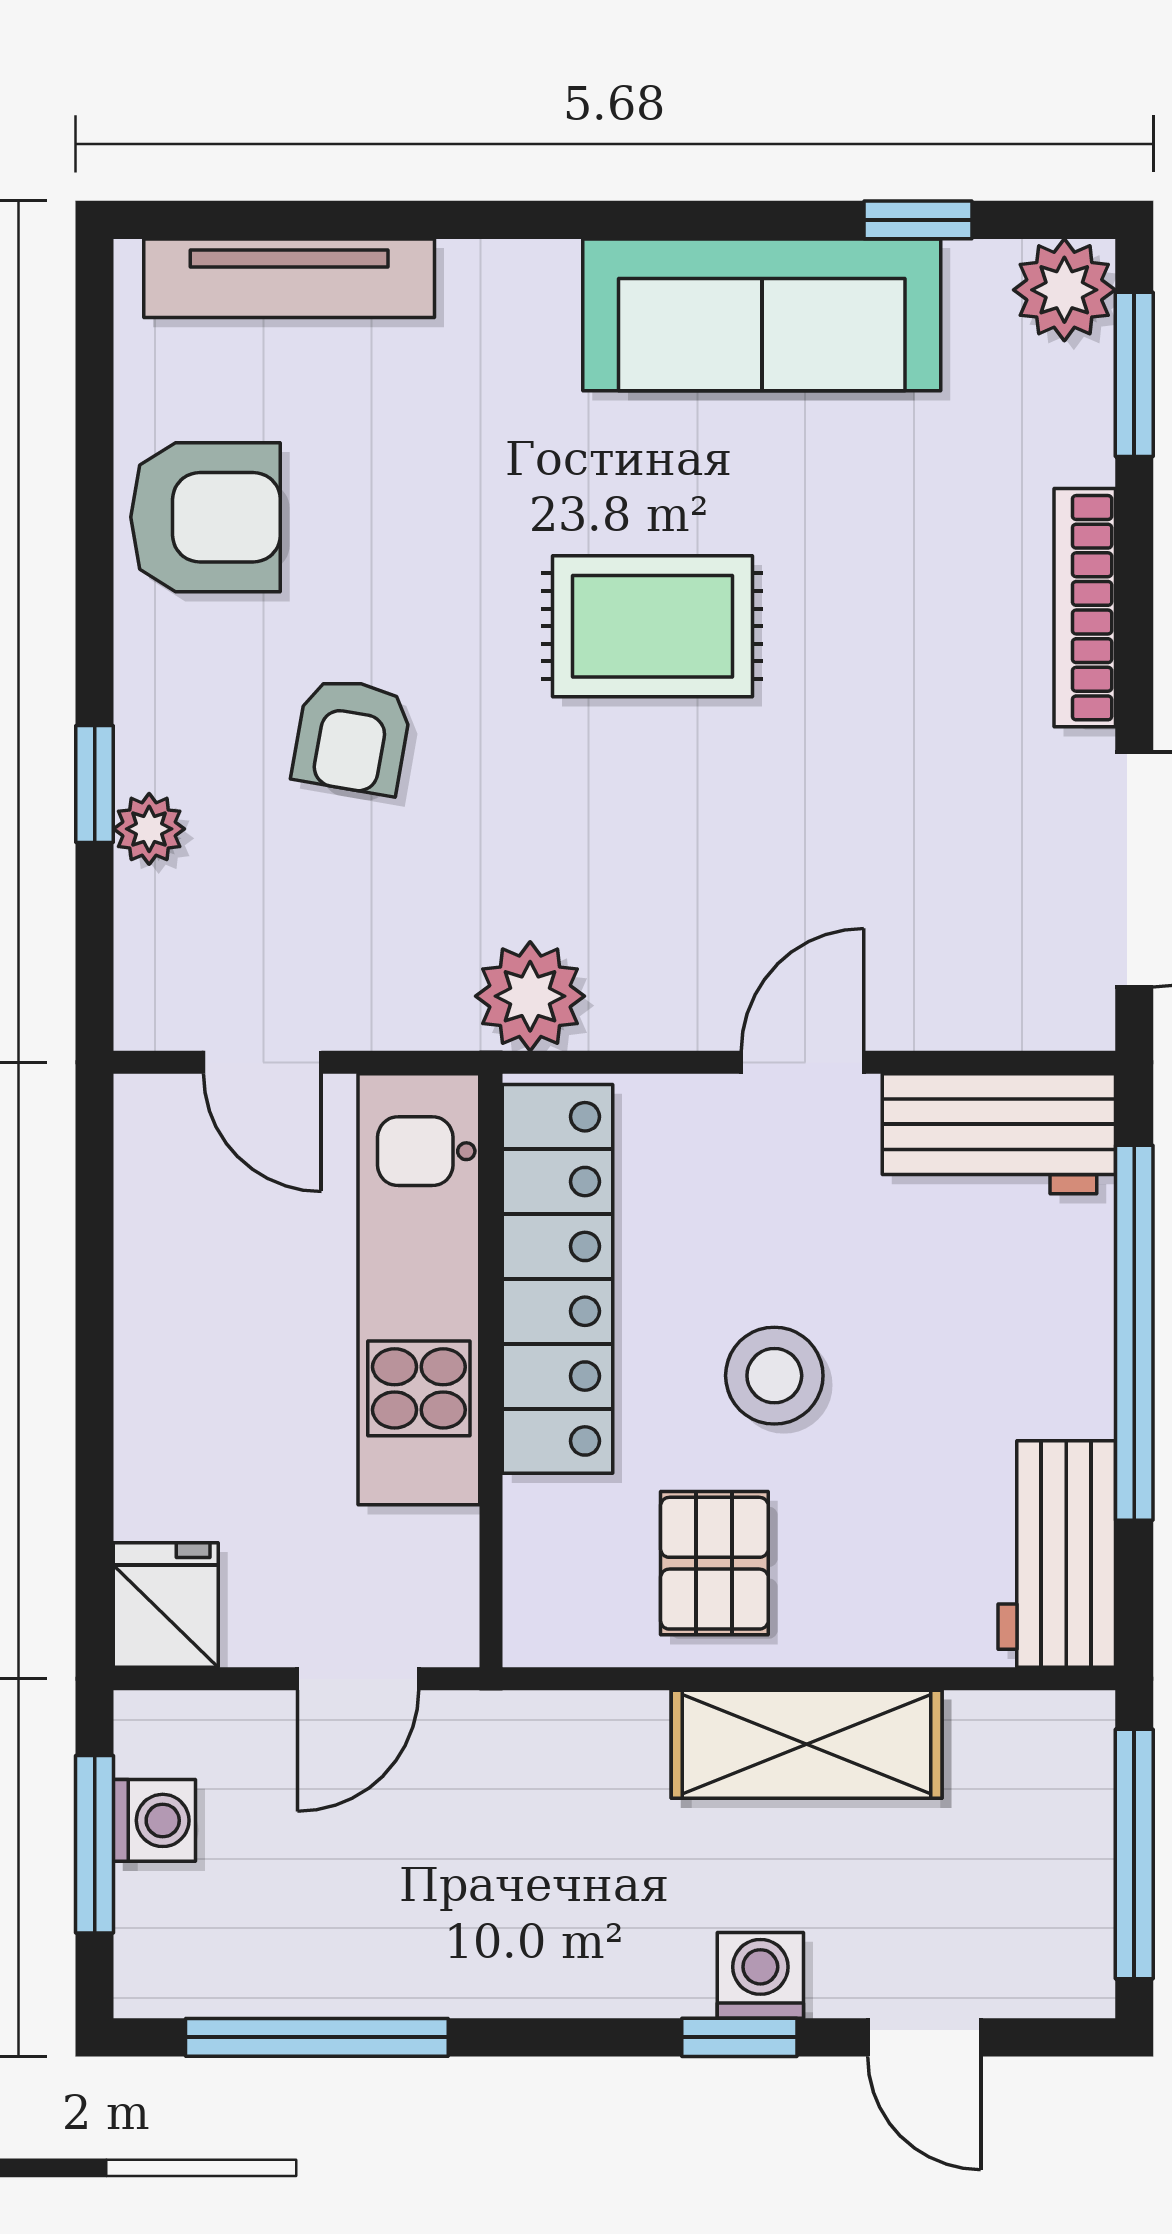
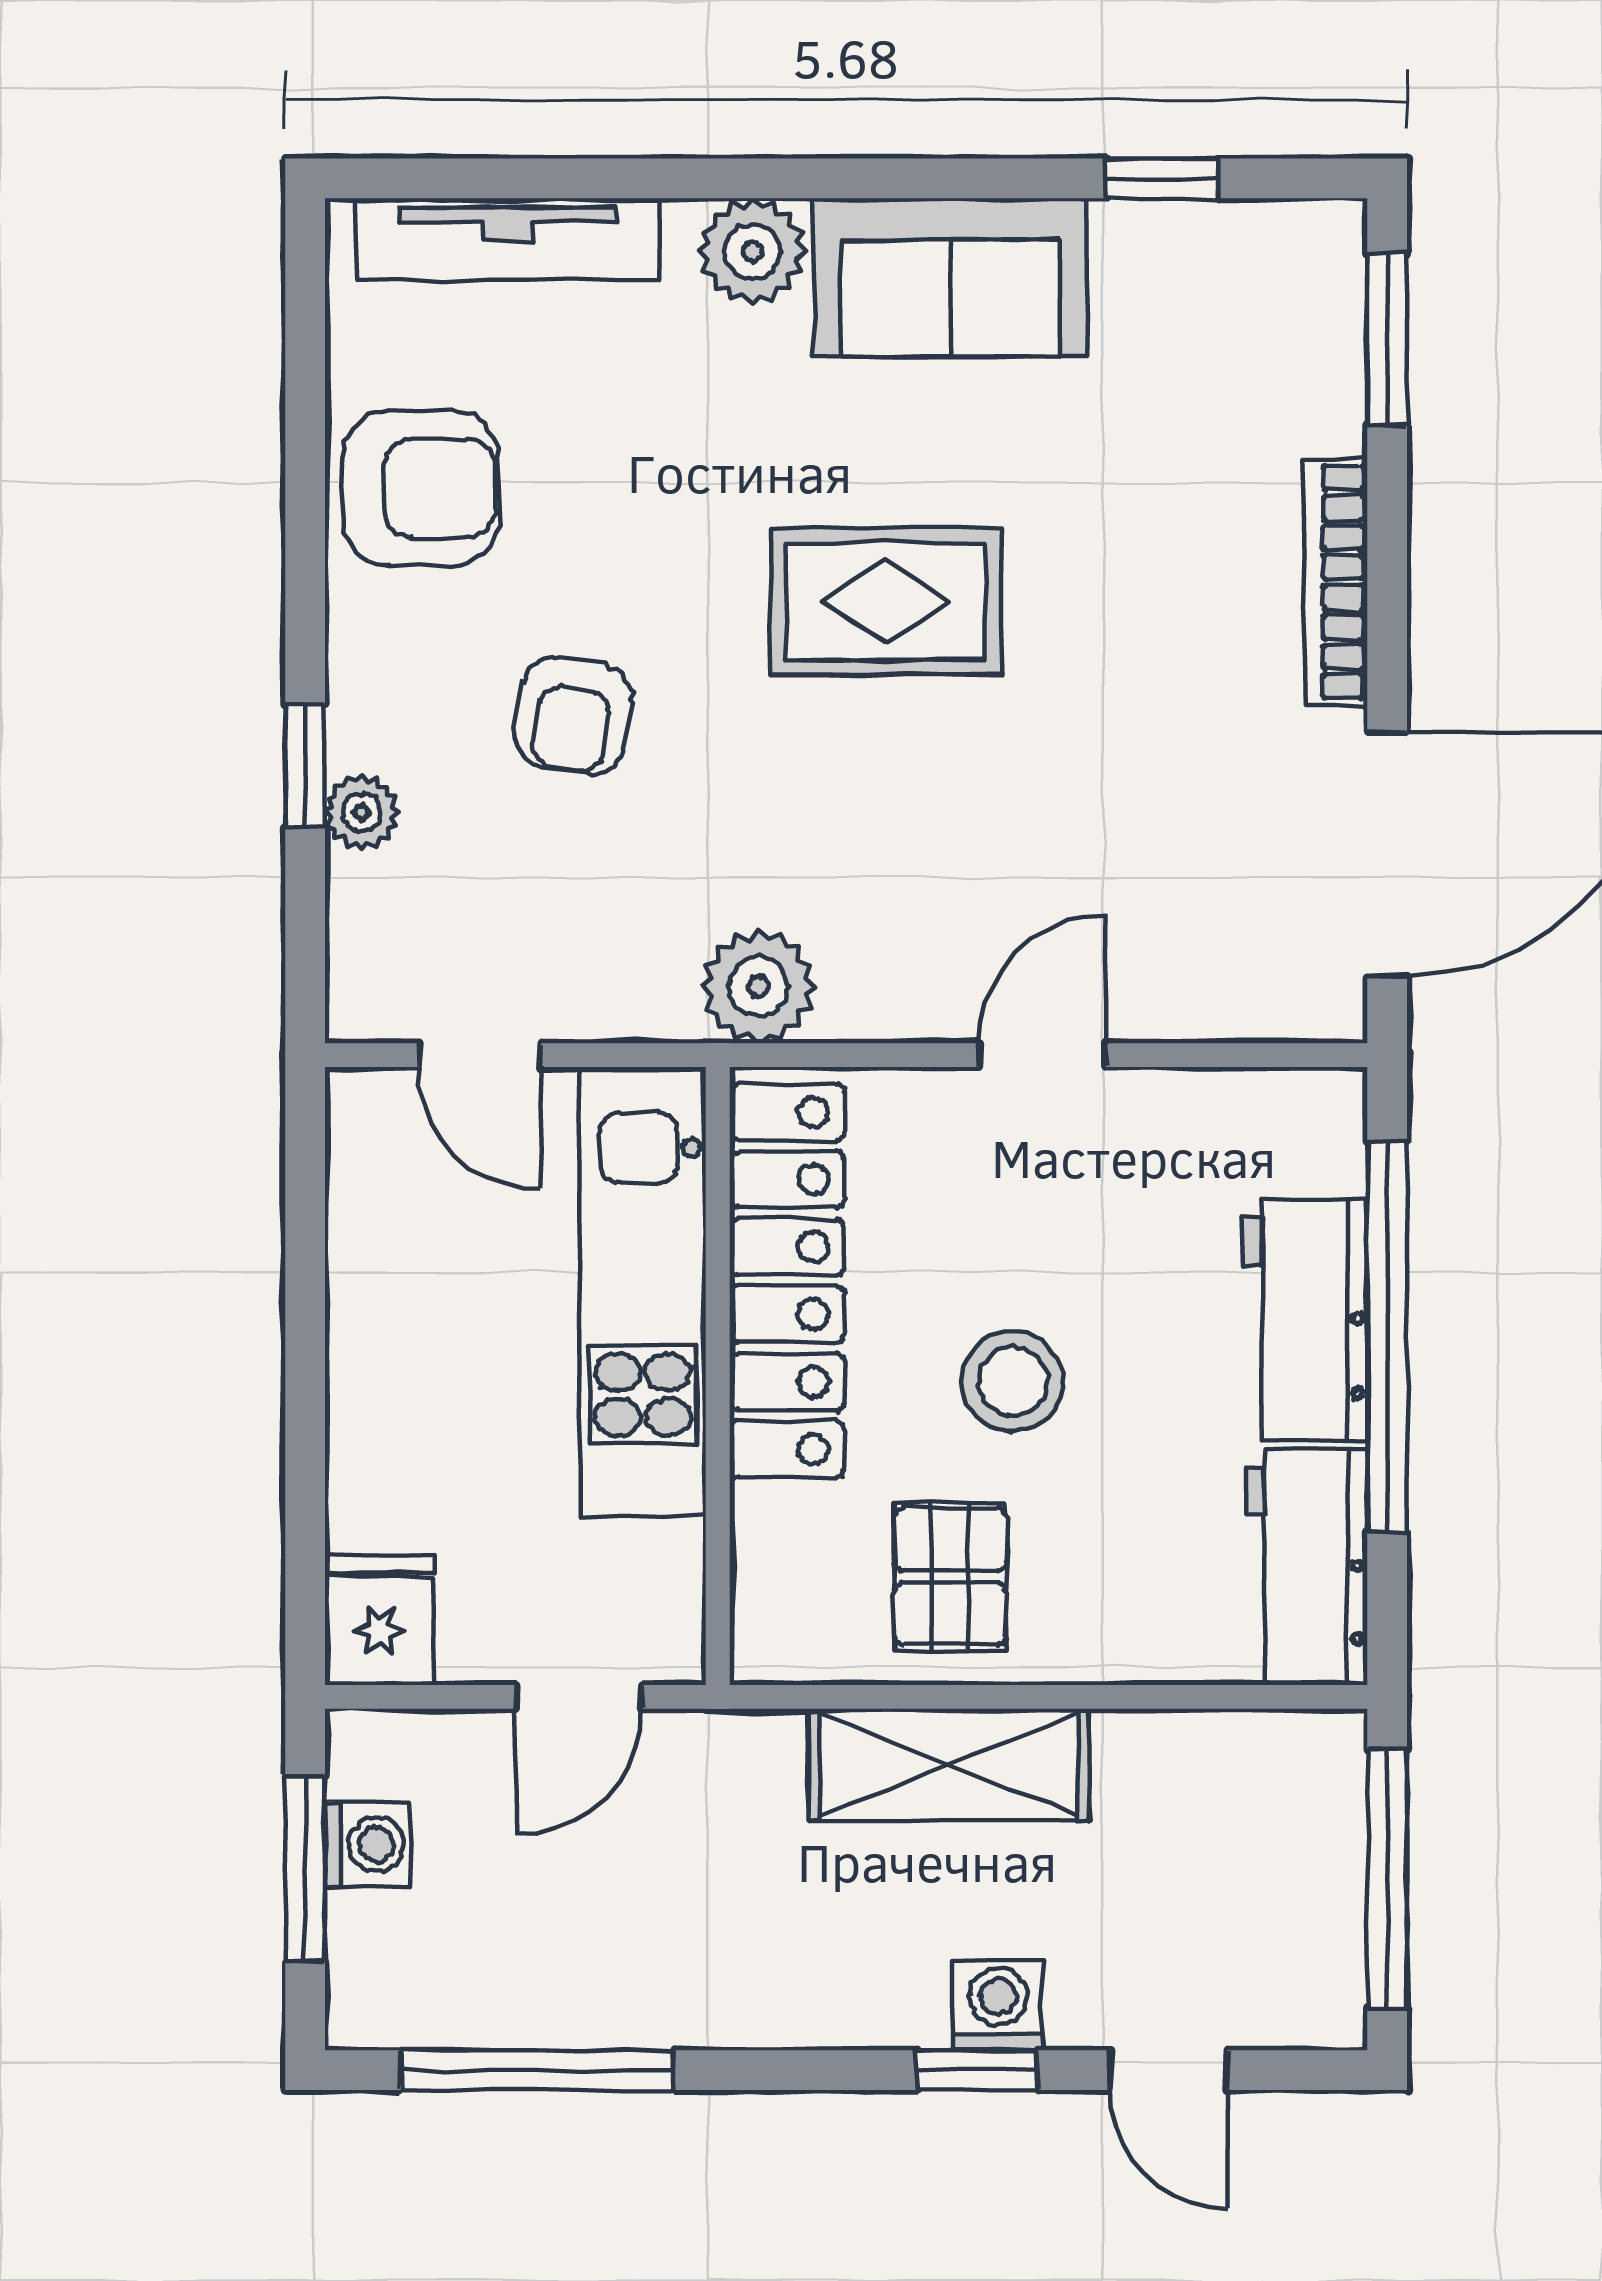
plant: (1064, 290) -> (752, 251), moved
sofa: (762, 315) -> (950, 277), width x0.73
workbench: (999, 1134) -> (1305, 1320), moved, turned 90
shelving: (807, 1744) -> (949, 1765), moved

